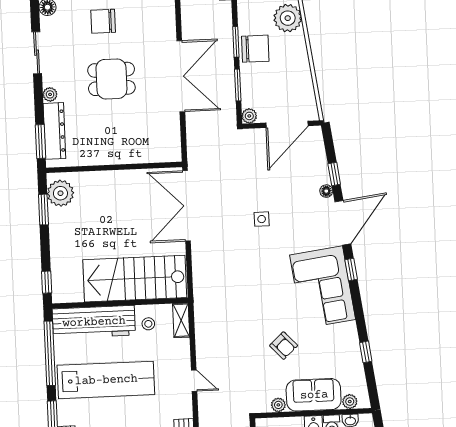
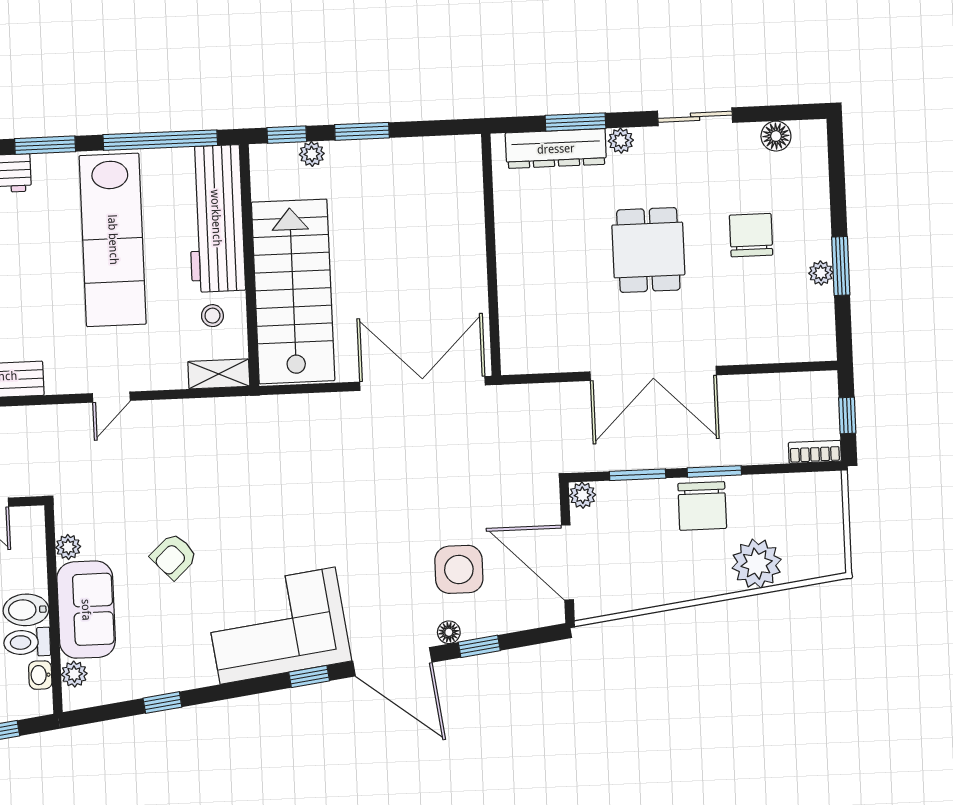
window: (40, 141) -> (575, 122), moved
plant: (60, 193) -> (312, 154), moved, width x0.53, depth x0.53
window: (43, 210) -> (362, 131), moved
side table: (262, 219) -> (459, 569), moved, width x1.87, depth x1.87

